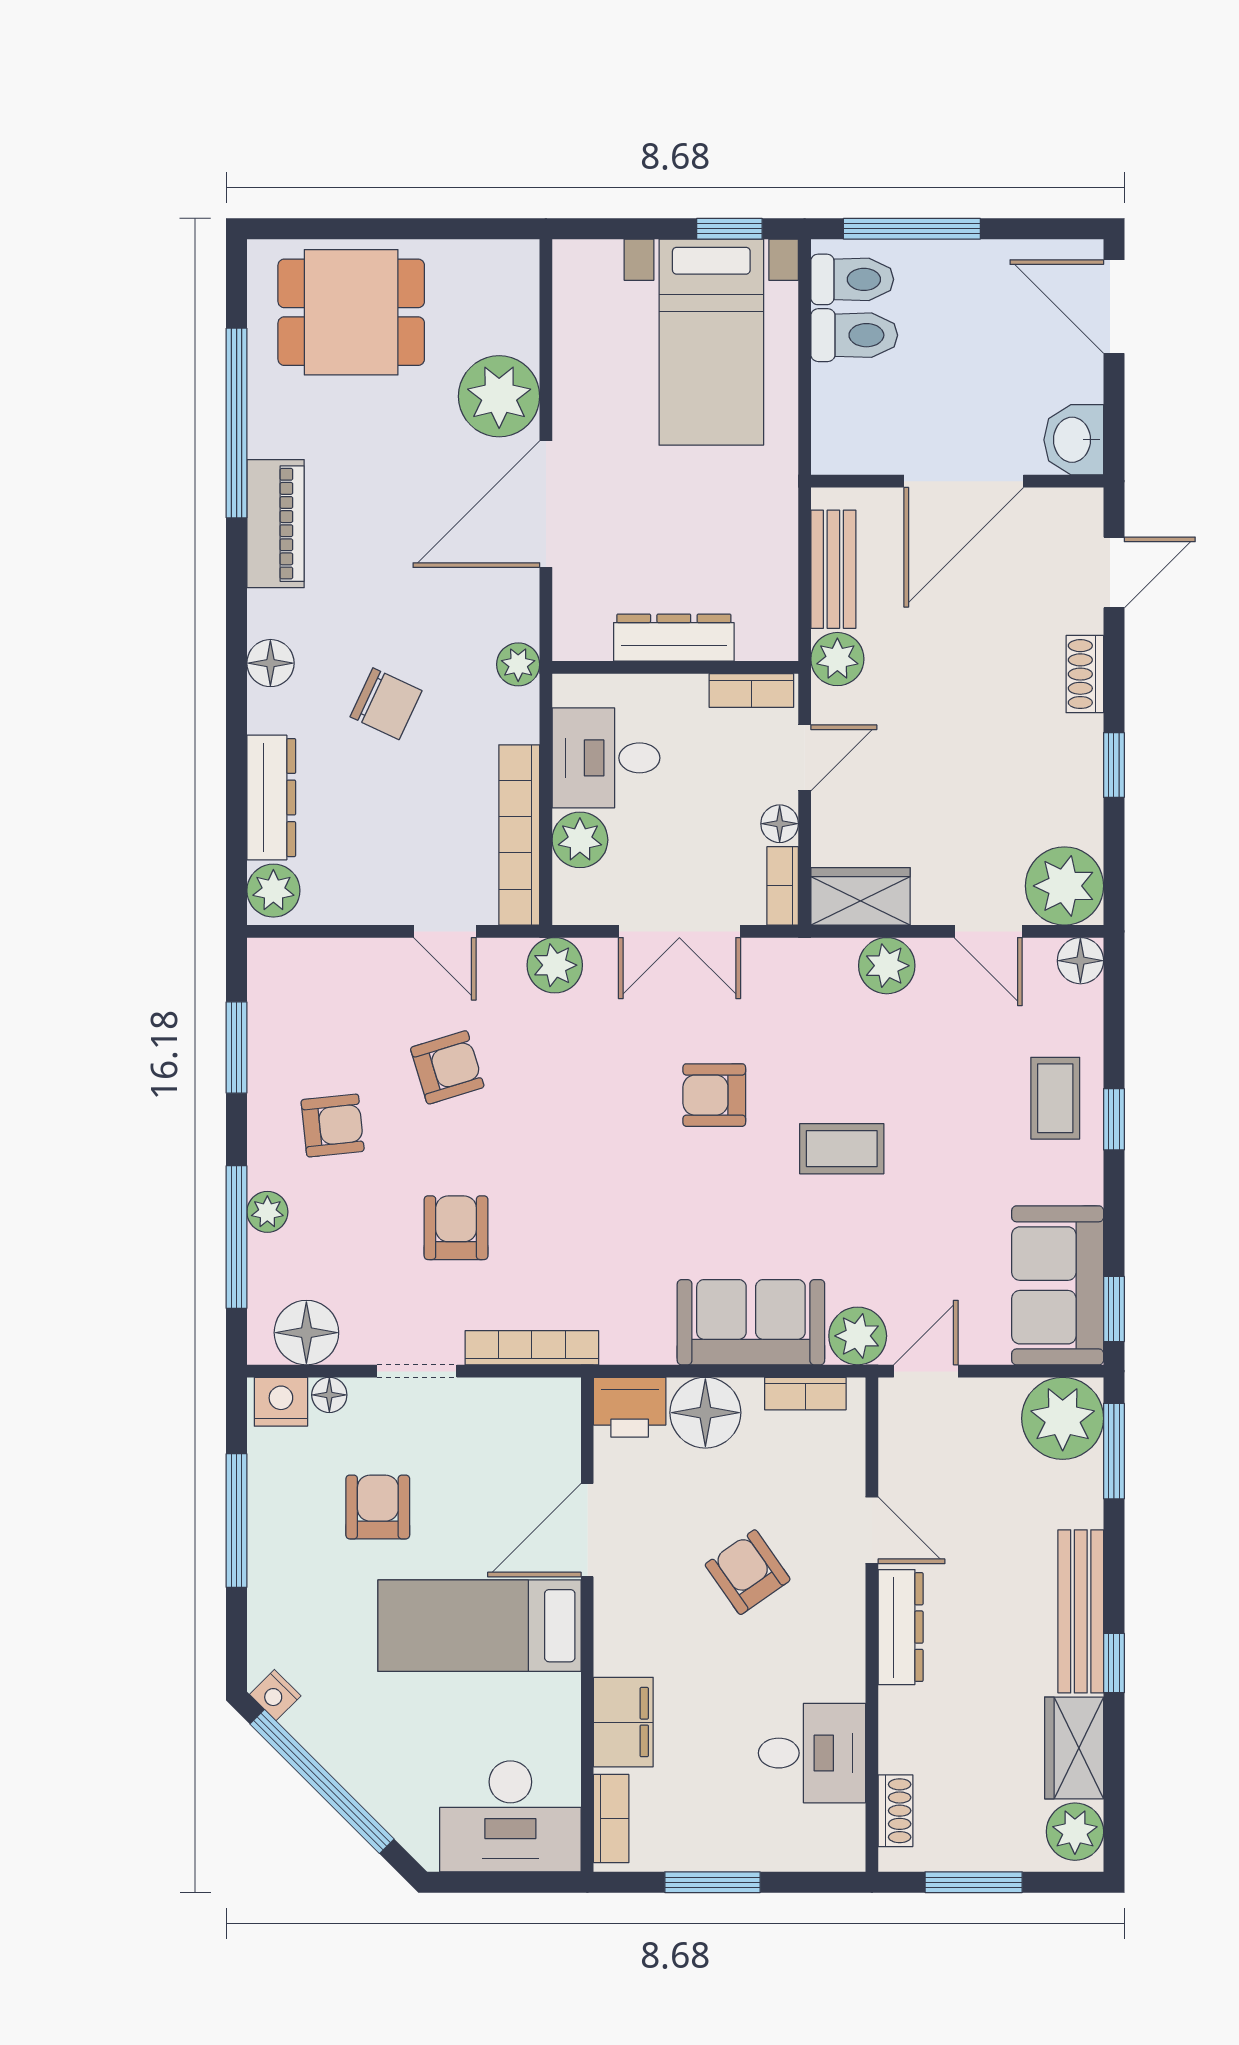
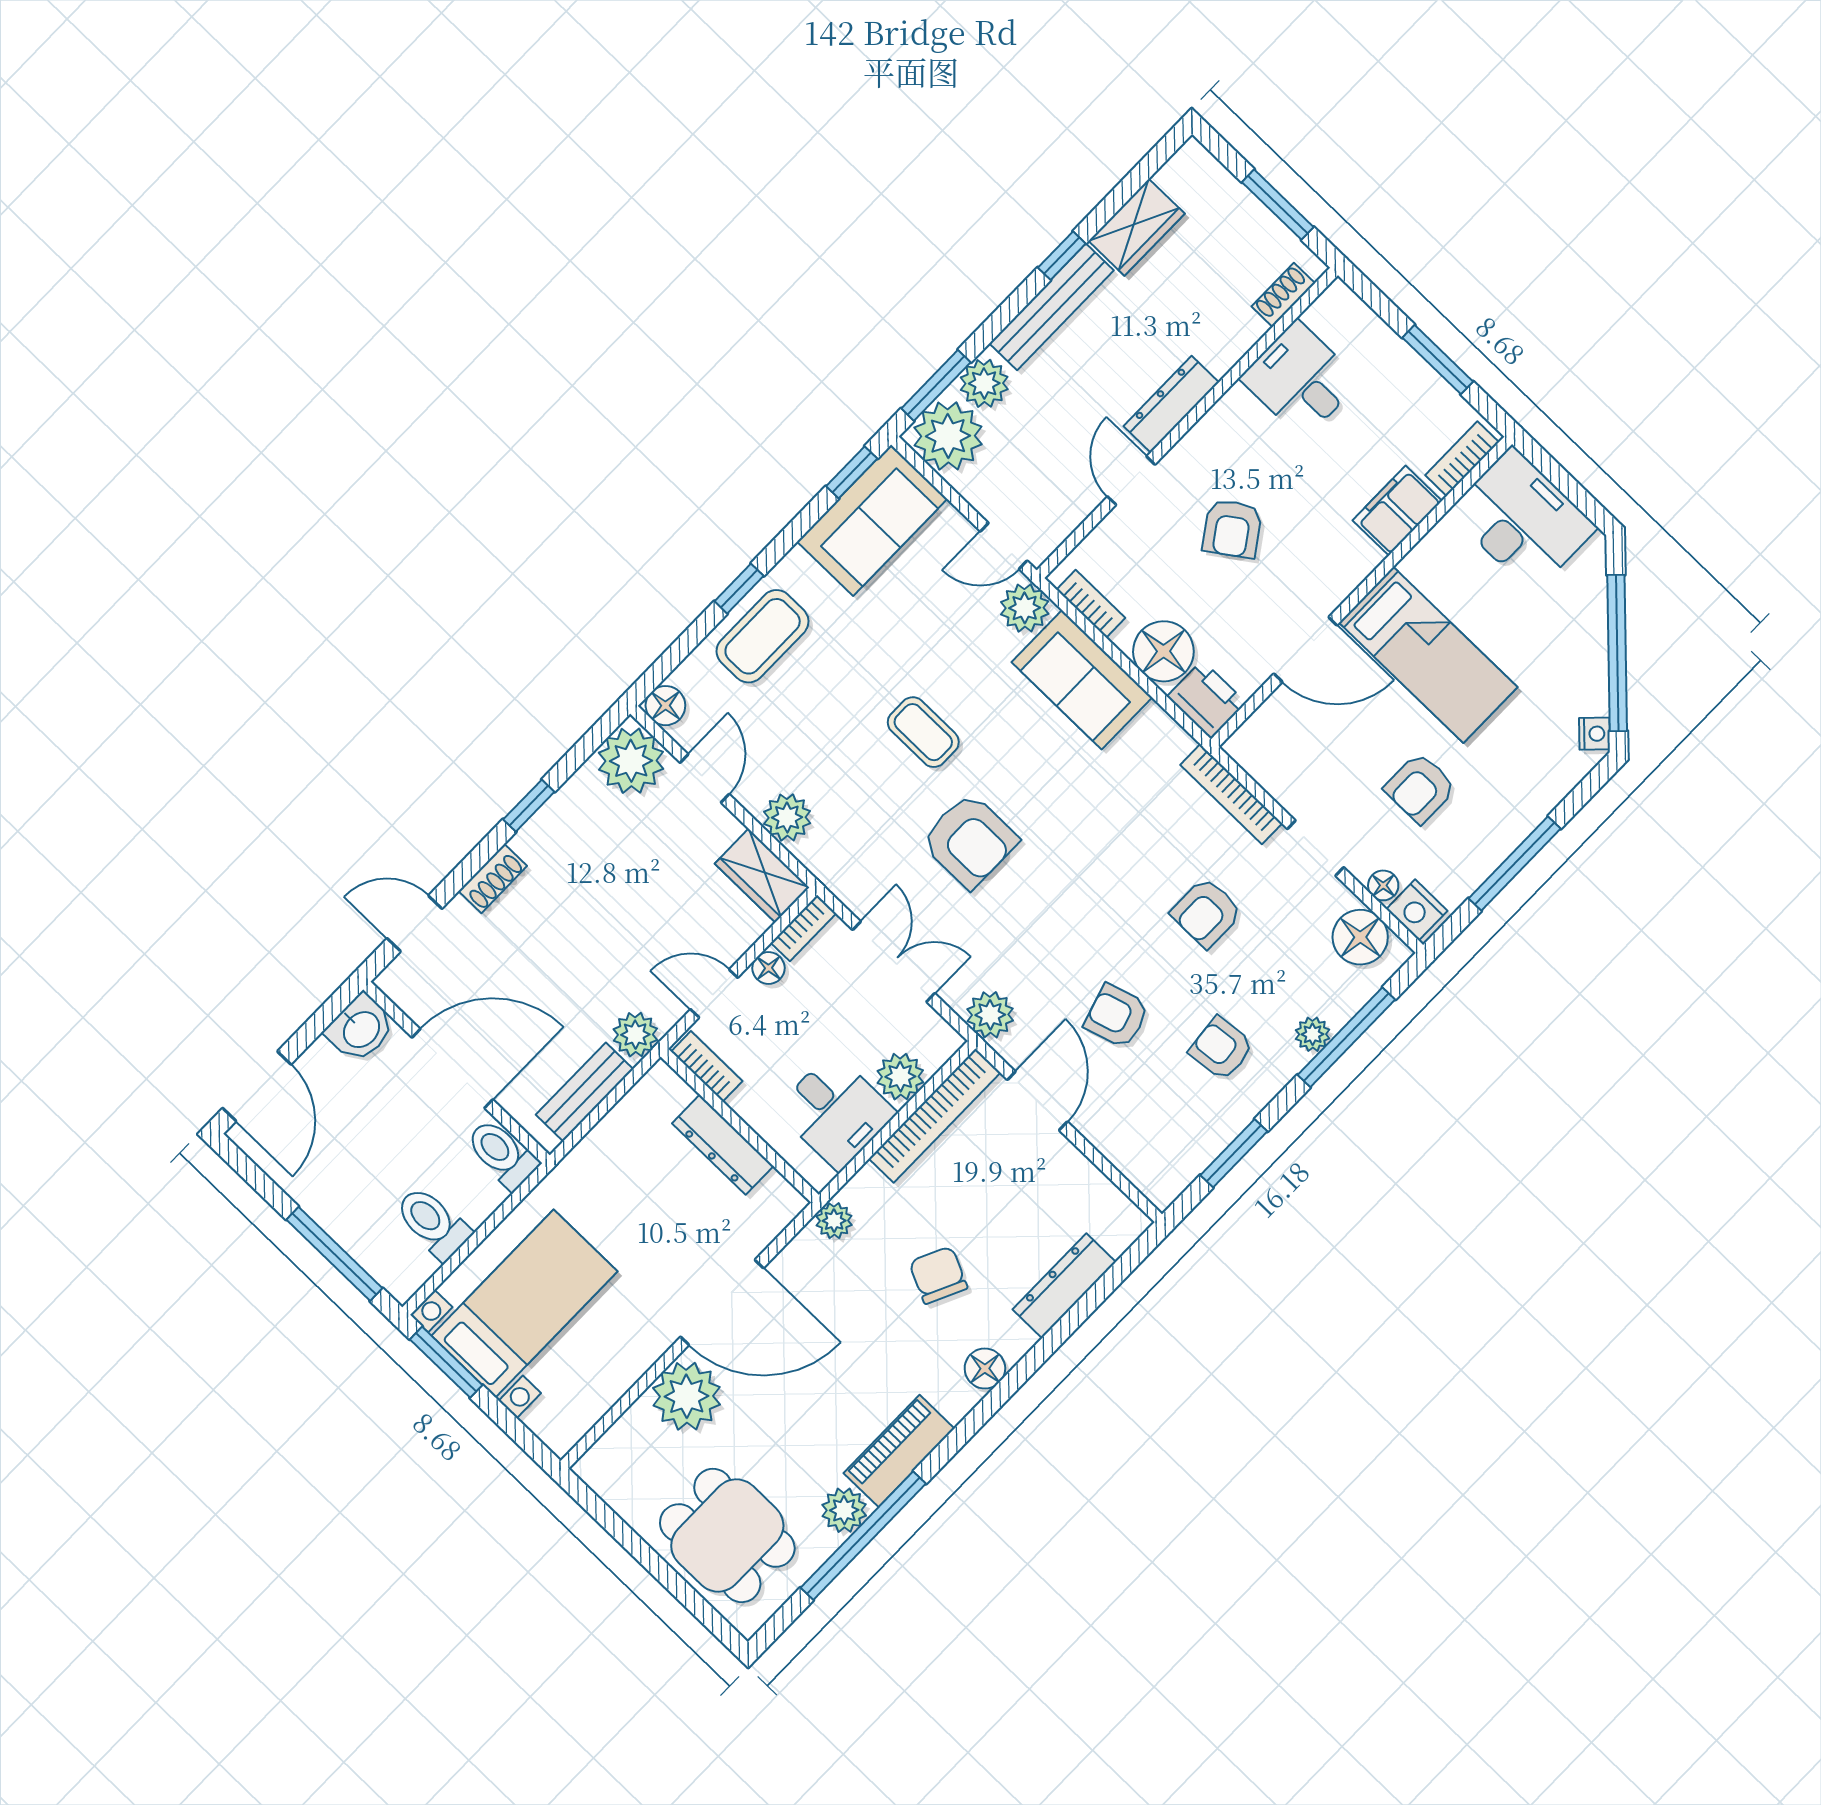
window: (729, 229) -> (446, 1362), width x1.50
toilet: (852, 279) -> (502, 1154), moved
plant: (273, 891) -> (844, 1510), moved
door: (445, 931) -> (1037, 1101), width x1.38
armchair: (714, 1095) -> (970, 841), width x1.38, depth x1.38
coffee table: (1055, 1098) -> (763, 636), width x1.36, depth x1.30
plant: (1075, 1832) -> (984, 383), moved

